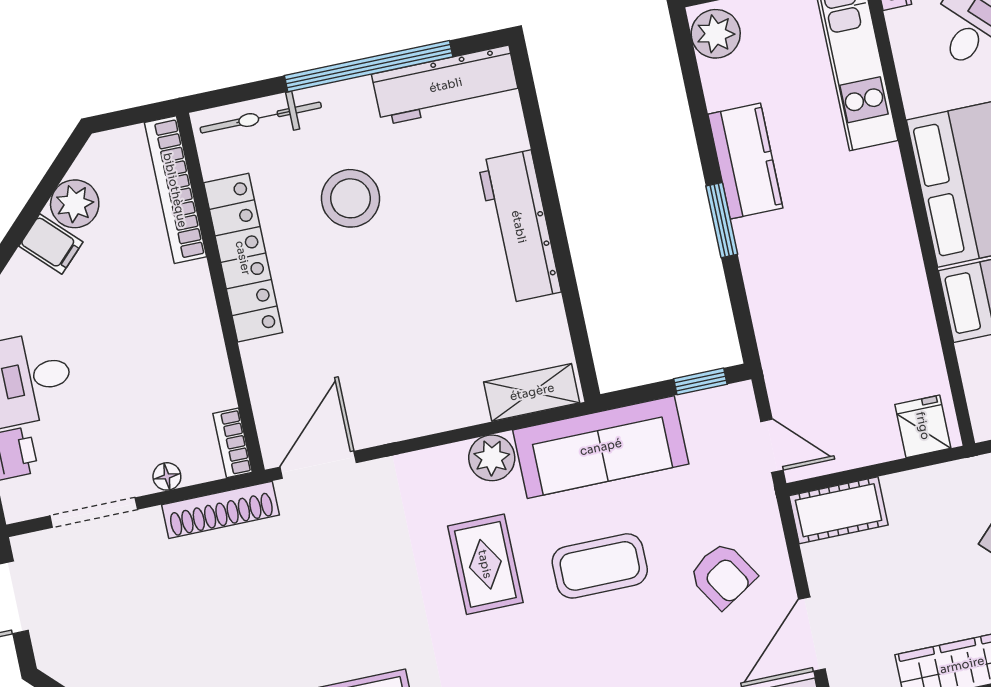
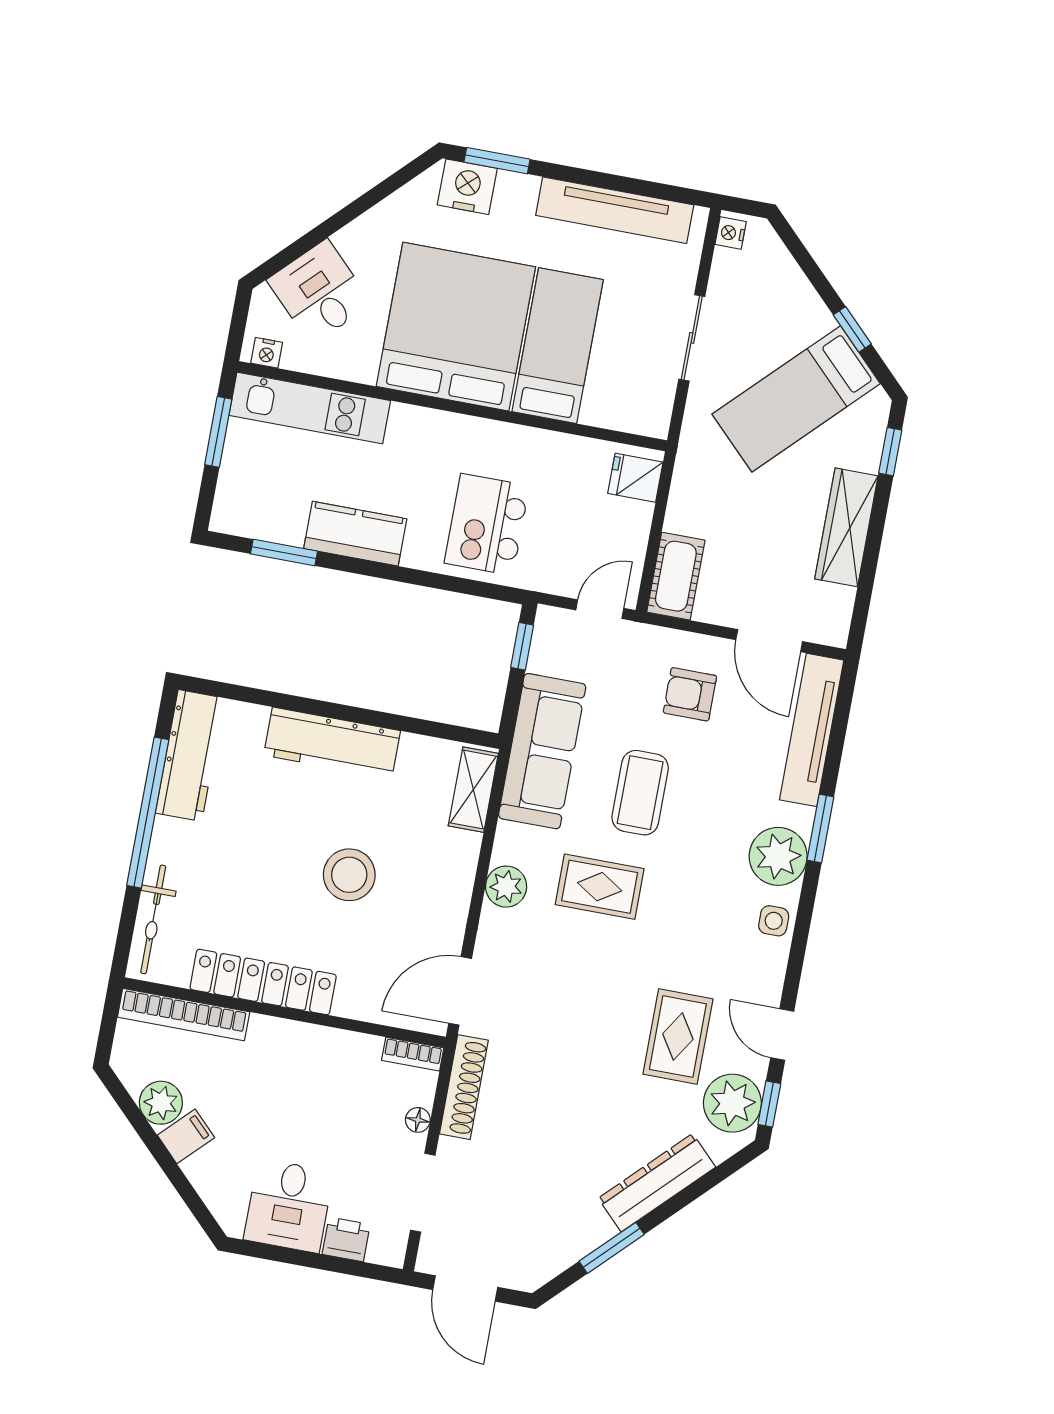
plant: (716, 34) -> (240, 515), removed
stool: (351, 198) -> (349, 875), moved
window: (722, 220) -> (284, 553), moved
kitchen island: (811, 293) -> (487, 524), added
plant: (492, 458) -> (506, 887), moved
door: (318, 465) -> (460, 991), hinge flipped
armchair: (723, 575) -> (690, 694), turned -148

